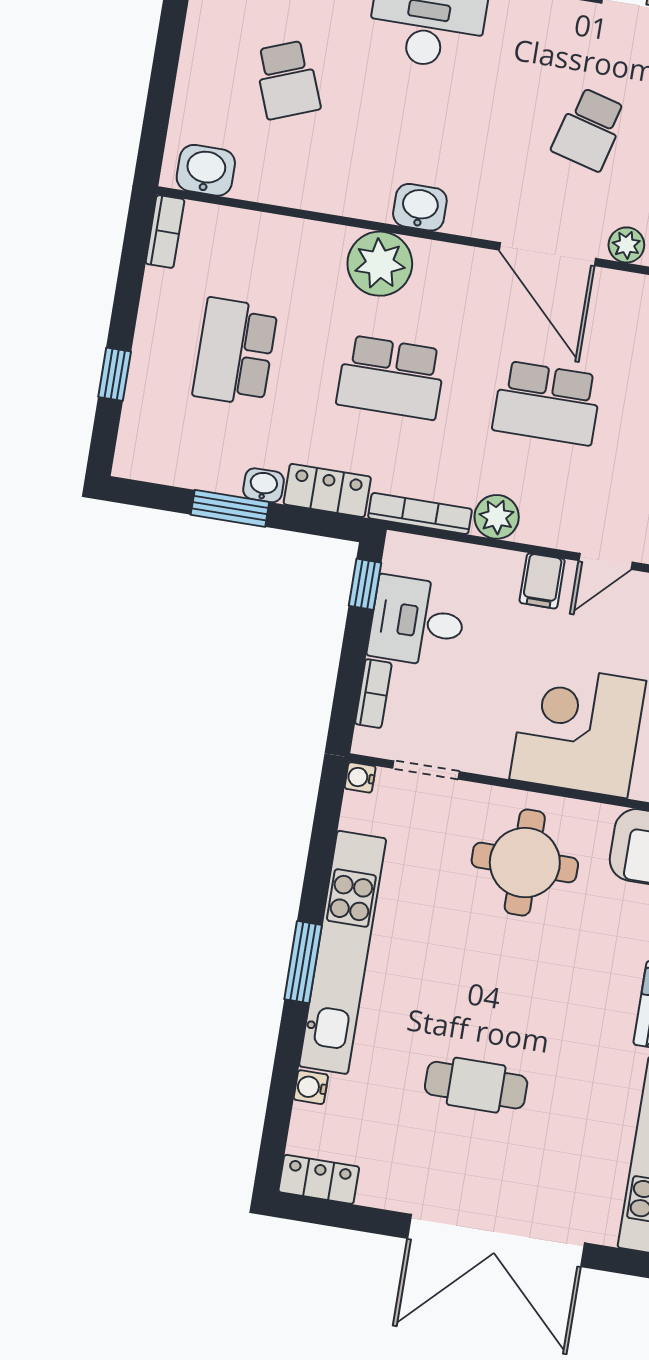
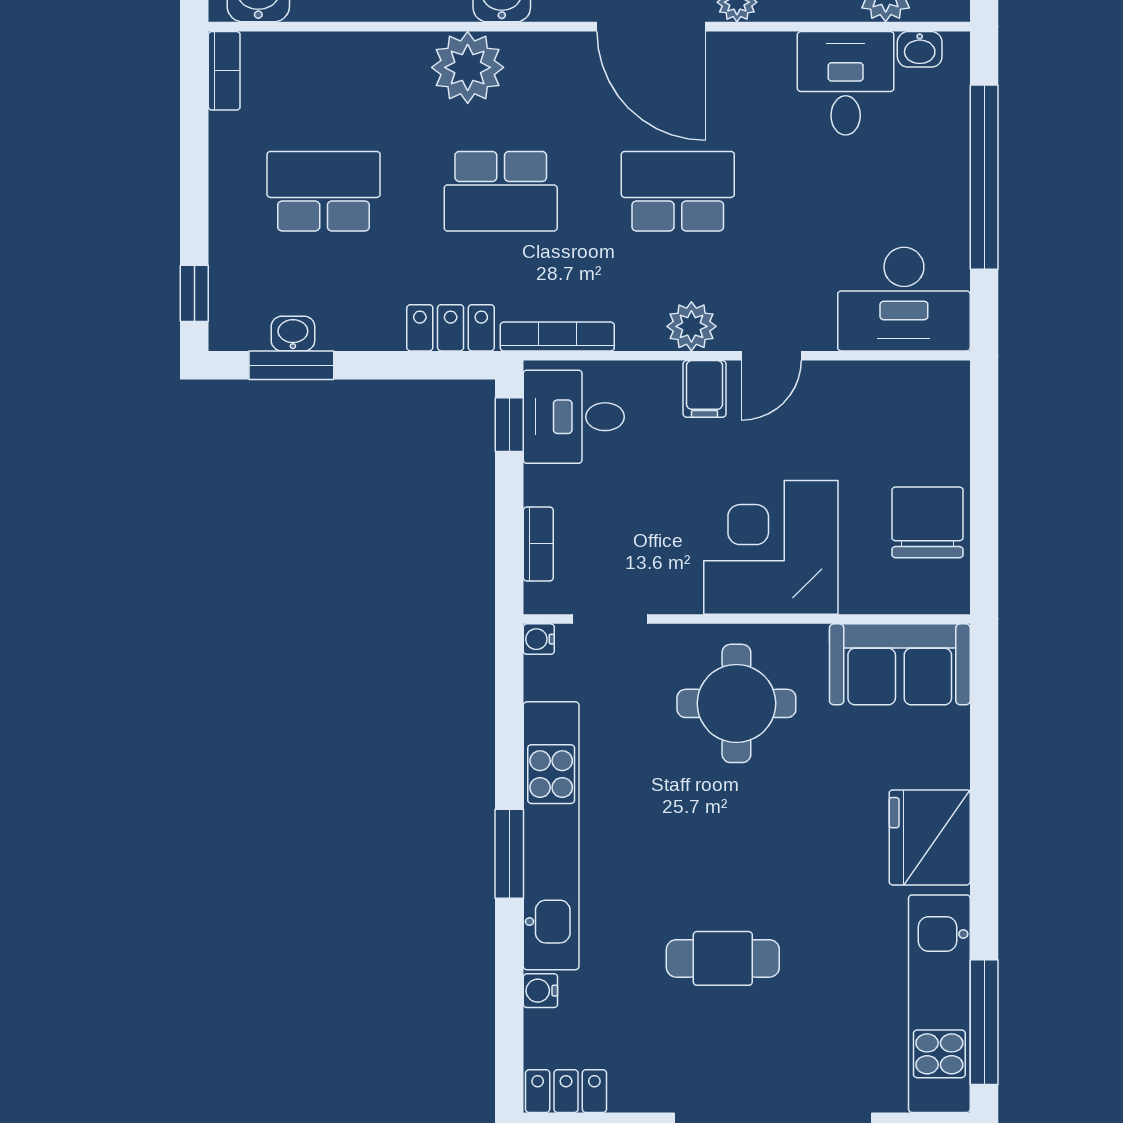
school desk: (235, 352) -> (324, 191), turned 90
window: (115, 374) -> (194, 293), moved
school desk: (547, 403) -> (678, 191), turned 180
washbasin: (263, 485) -> (293, 334), moved
window: (230, 508) -> (291, 365), moved
plant: (497, 517) -> (691, 326), moved
desk: (417, 621) -> (574, 417), moved

